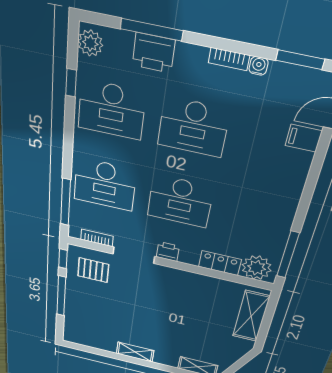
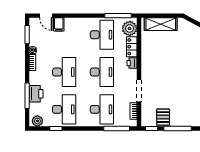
desk: (257, 218) -> (102, 35), added
printer: (168, 252) -> (132, 63), moved
pallet: (93, 270) -> (163, 117), moved

